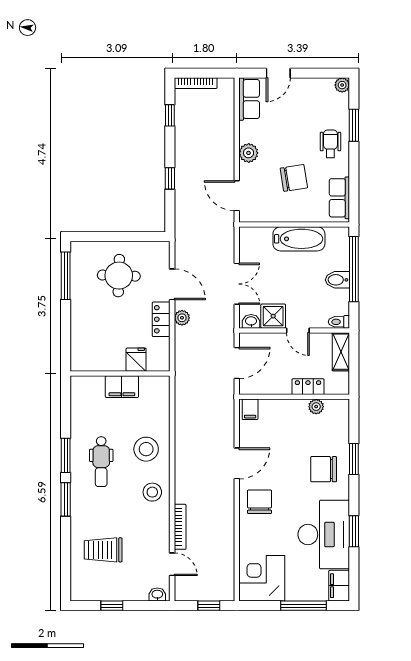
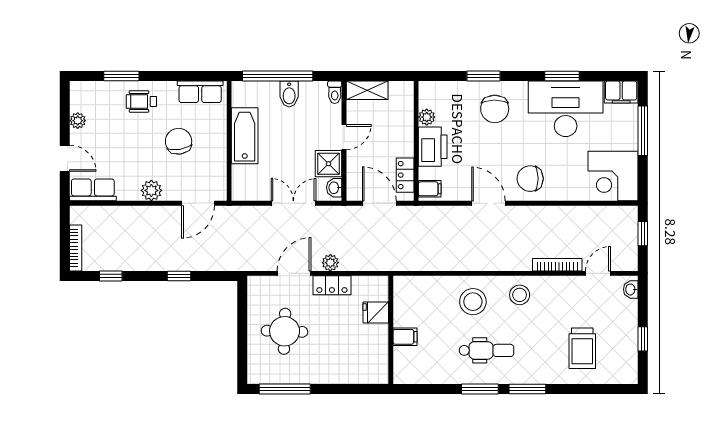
plant: (342, 85) -> (78, 121), moved
filing cabinet: (122, 387) -> (405, 337), width x0.50
locker: (308, 387) -> (405, 175), moved
printer: (289, 412) -> (433, 147), added

